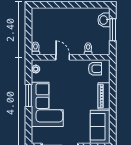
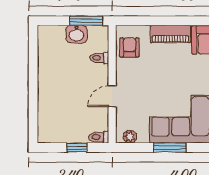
washbasin: (104, 20) -> (76, 34), moved
window: (113, 30) -> (86, 21), moved
window: (29, 34) -> (77, 148), added

